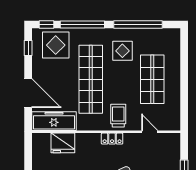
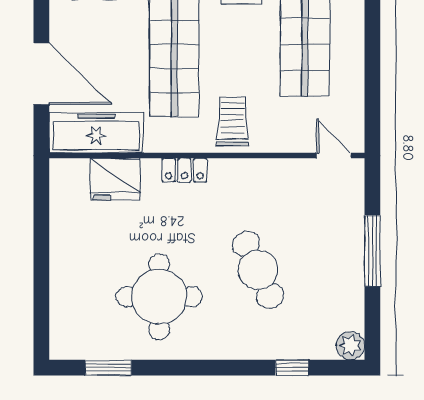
door: (150, 132) -> (334, 156), moved
locker: (112, 139) -> (184, 170), moved

